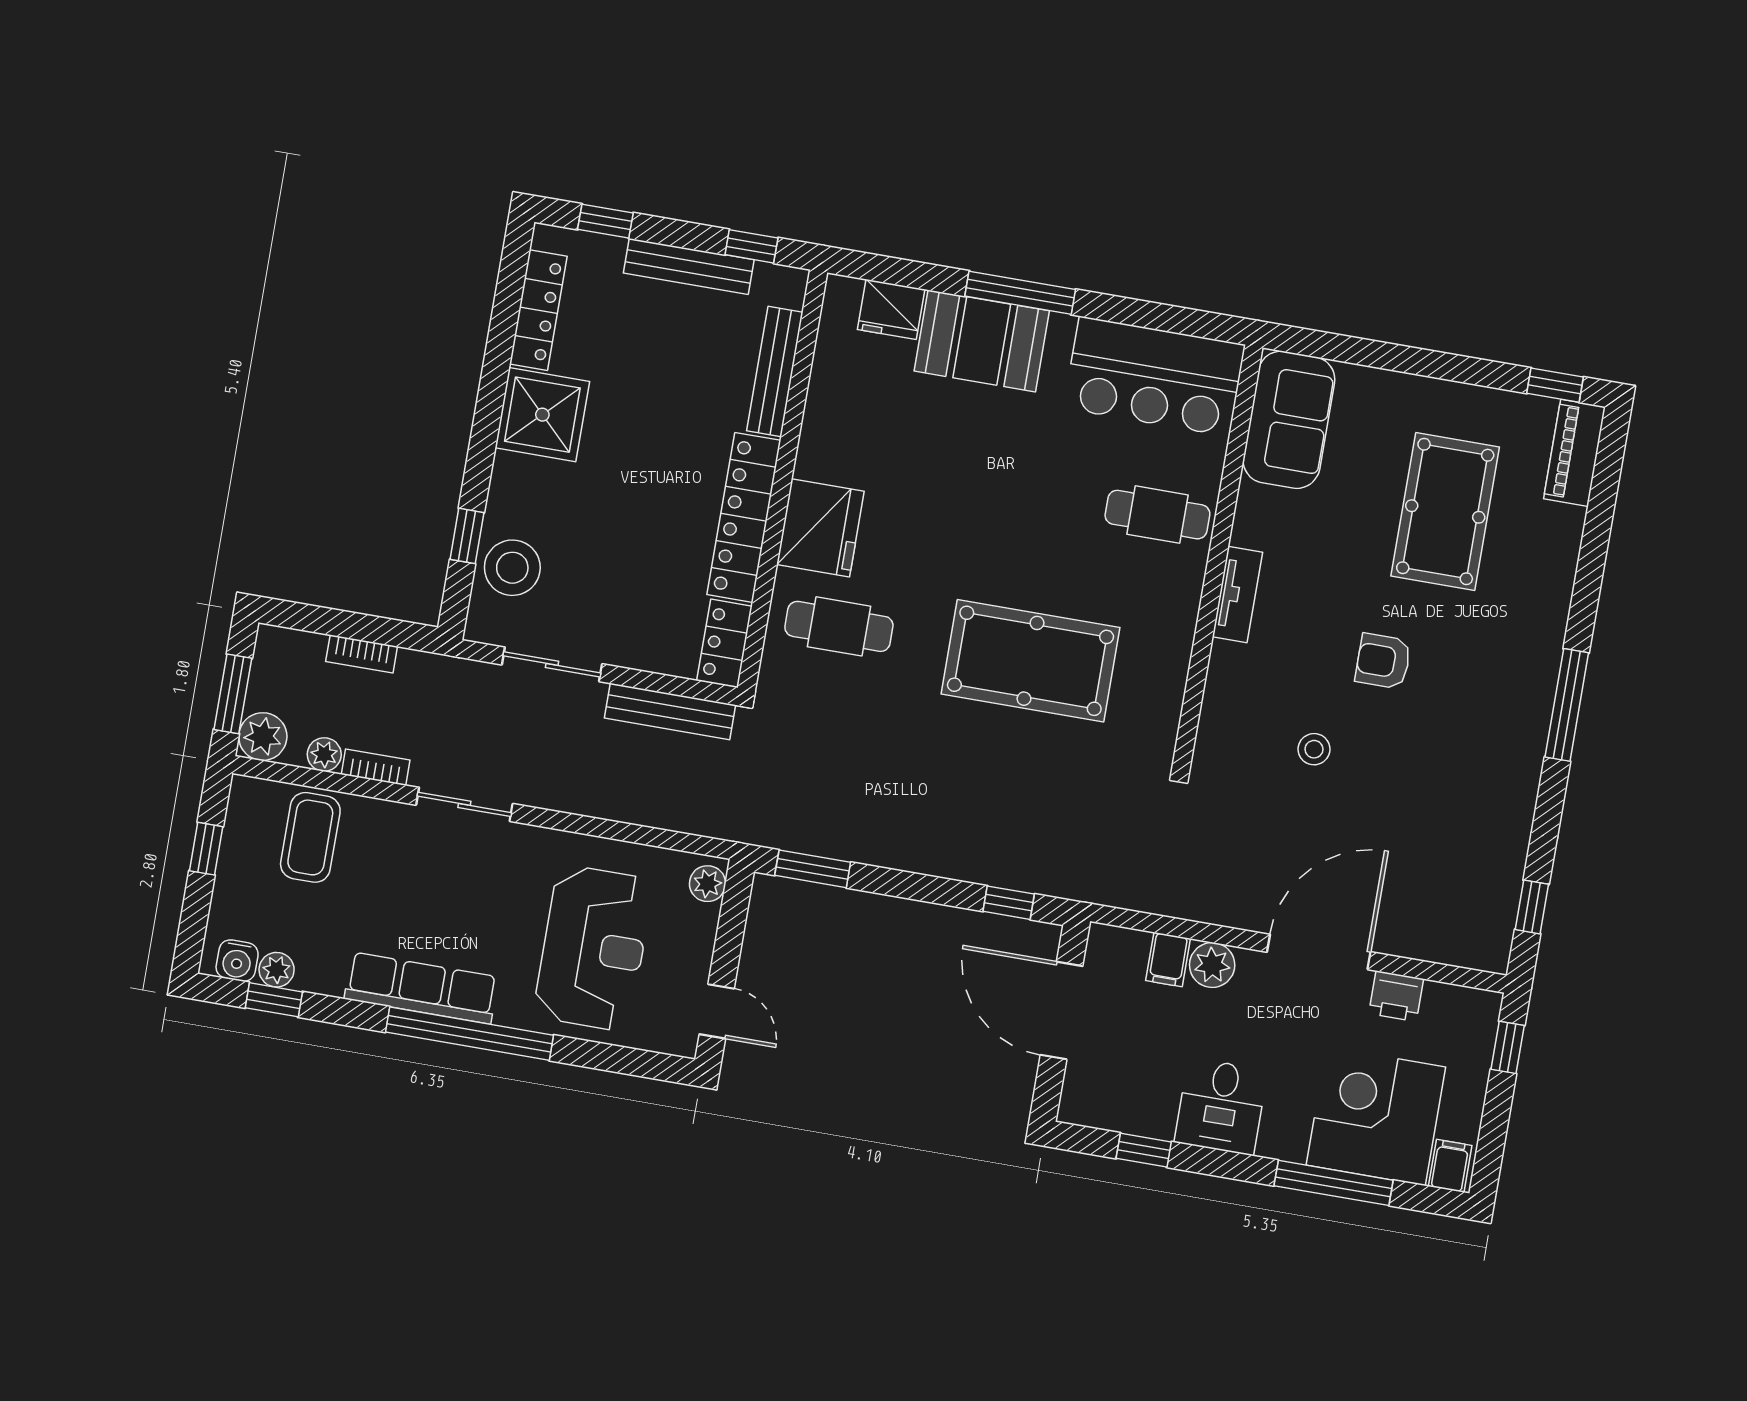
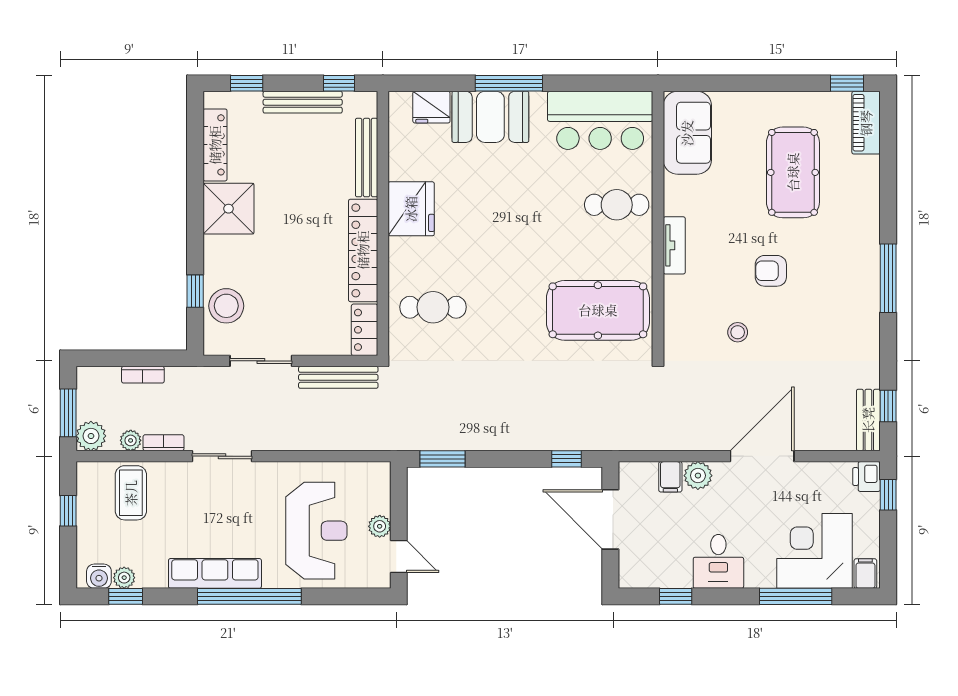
fridge: (820, 528) -> (411, 209), moved
pool table: (1030, 661) -> (598, 310), moved
plant: (708, 884) -> (380, 526), moved
bench: (1497, 924) -> (868, 420), added
printer: (1396, 996) -> (867, 477), moved, turned 90

